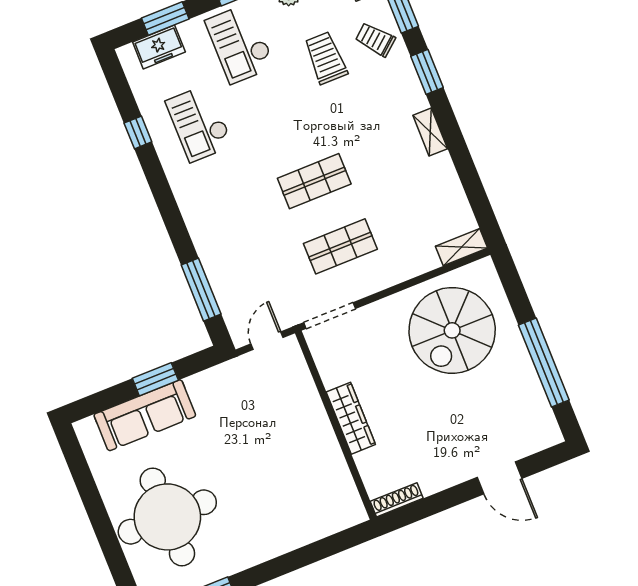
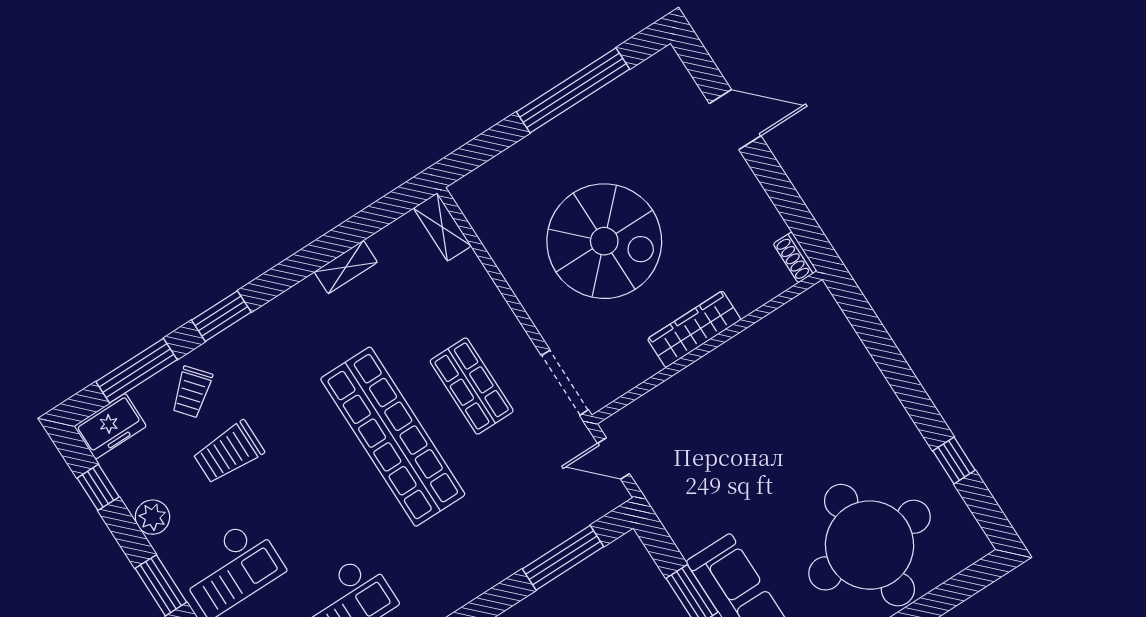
shelving: (430, 132) -> (346, 267), moved
shop shelf: (314, 181) -> (393, 437), width x2.00, depth x1.36
spiral stairs: (452, 330) -> (604, 241), moved
door: (499, 478) -> (735, 120), hinge flipped
shoe rack: (397, 500) -> (795, 257), width x0.70

